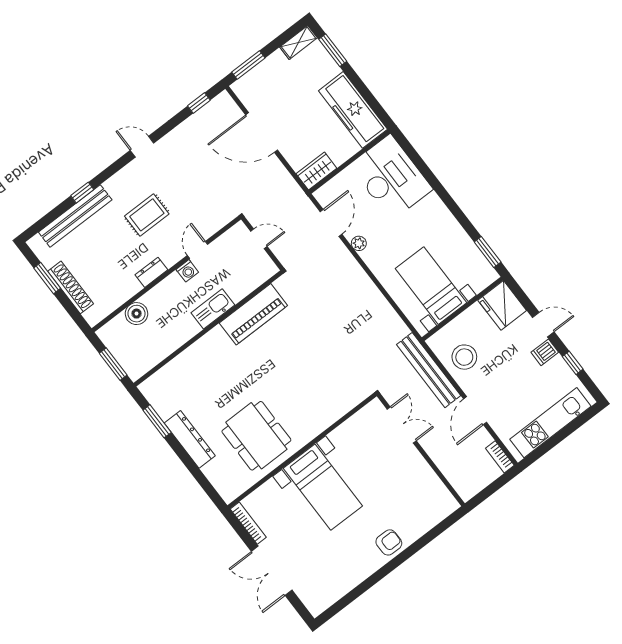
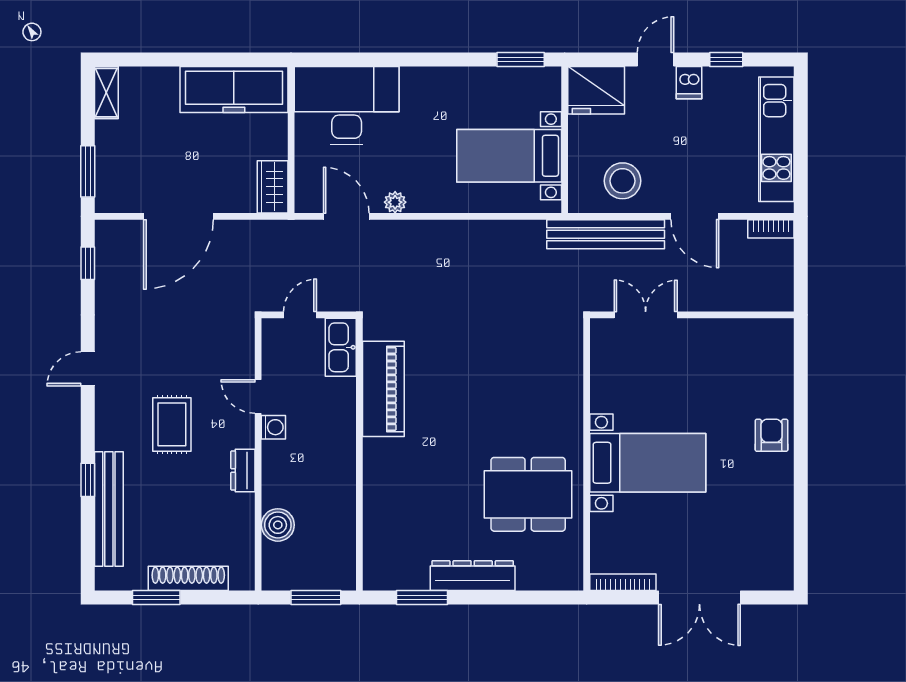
window: (333, 50) -> (146, 60), removed
kitchen sink: (213, 309) -> (341, 347), moved

